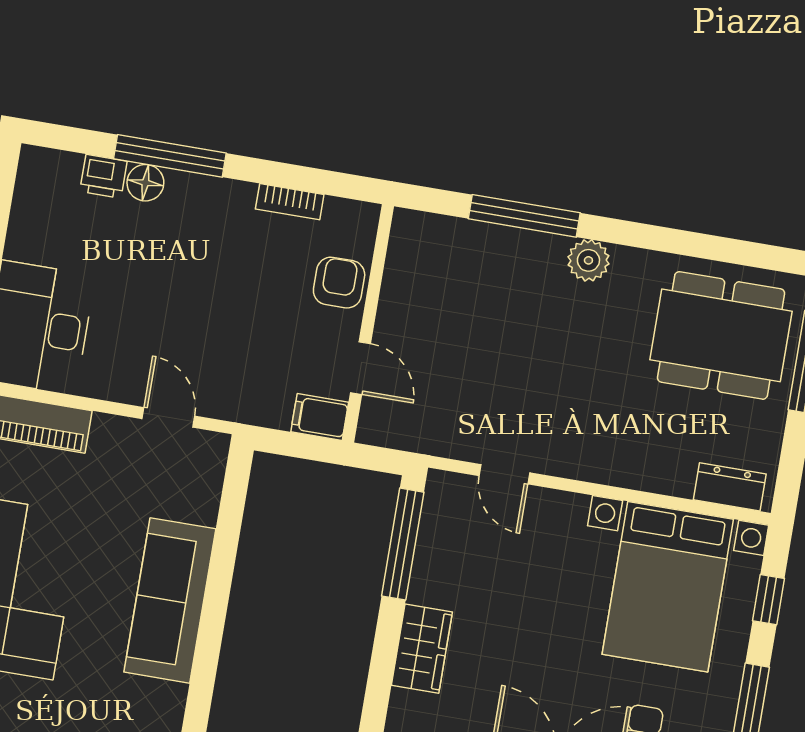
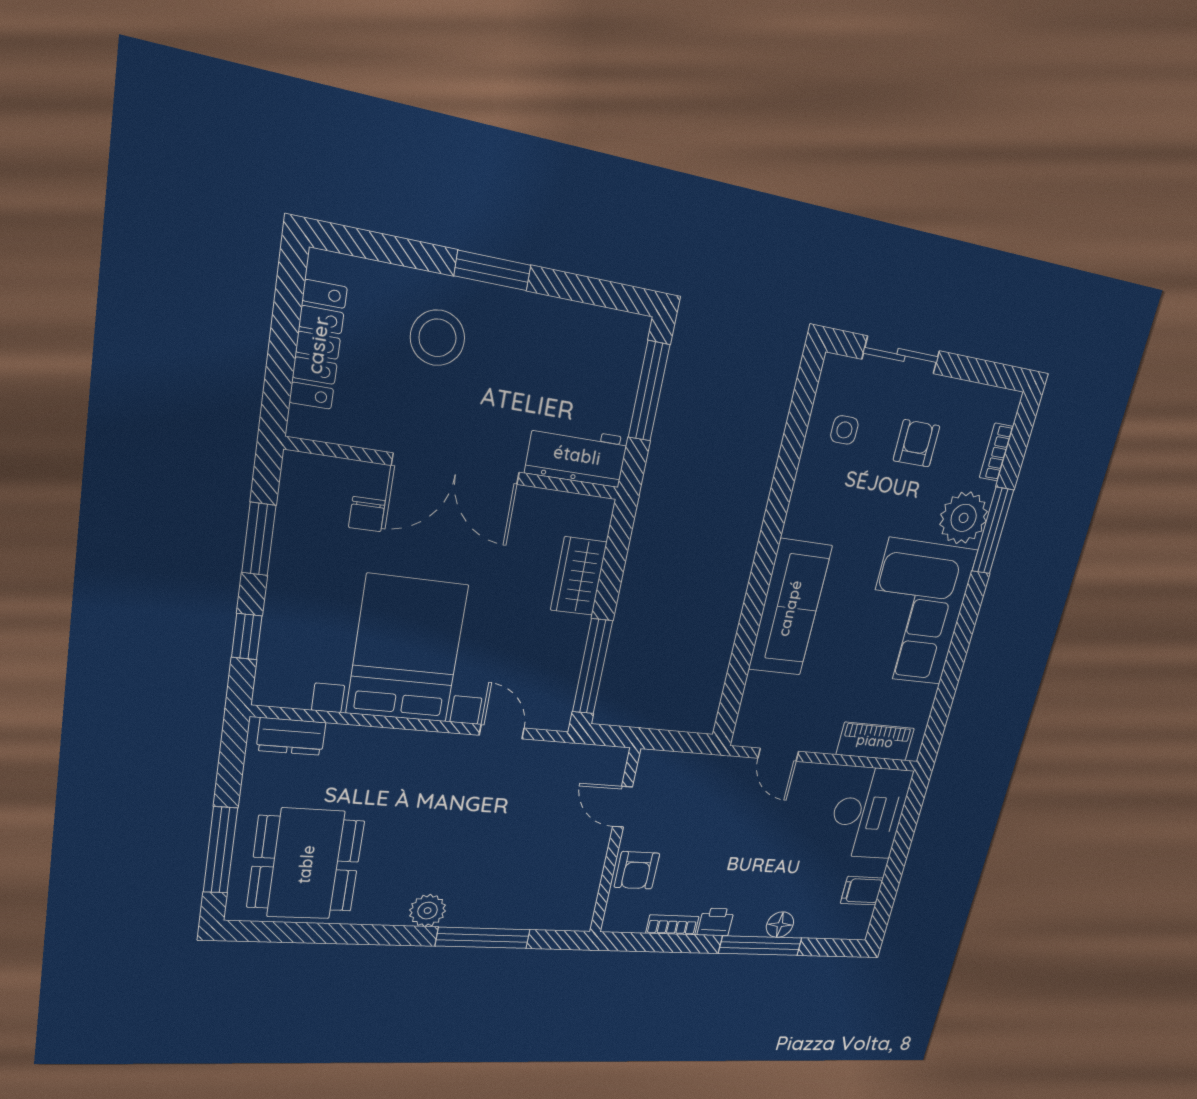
printer: (103, 176) -> (716, 922), moved
dining table: (721, 335) -> (306, 864), turned 90
filing cabinet: (320, 417) -> (862, 891), moved, turned 180
bed with nightstands: (668, 587) -> (407, 649), moved

